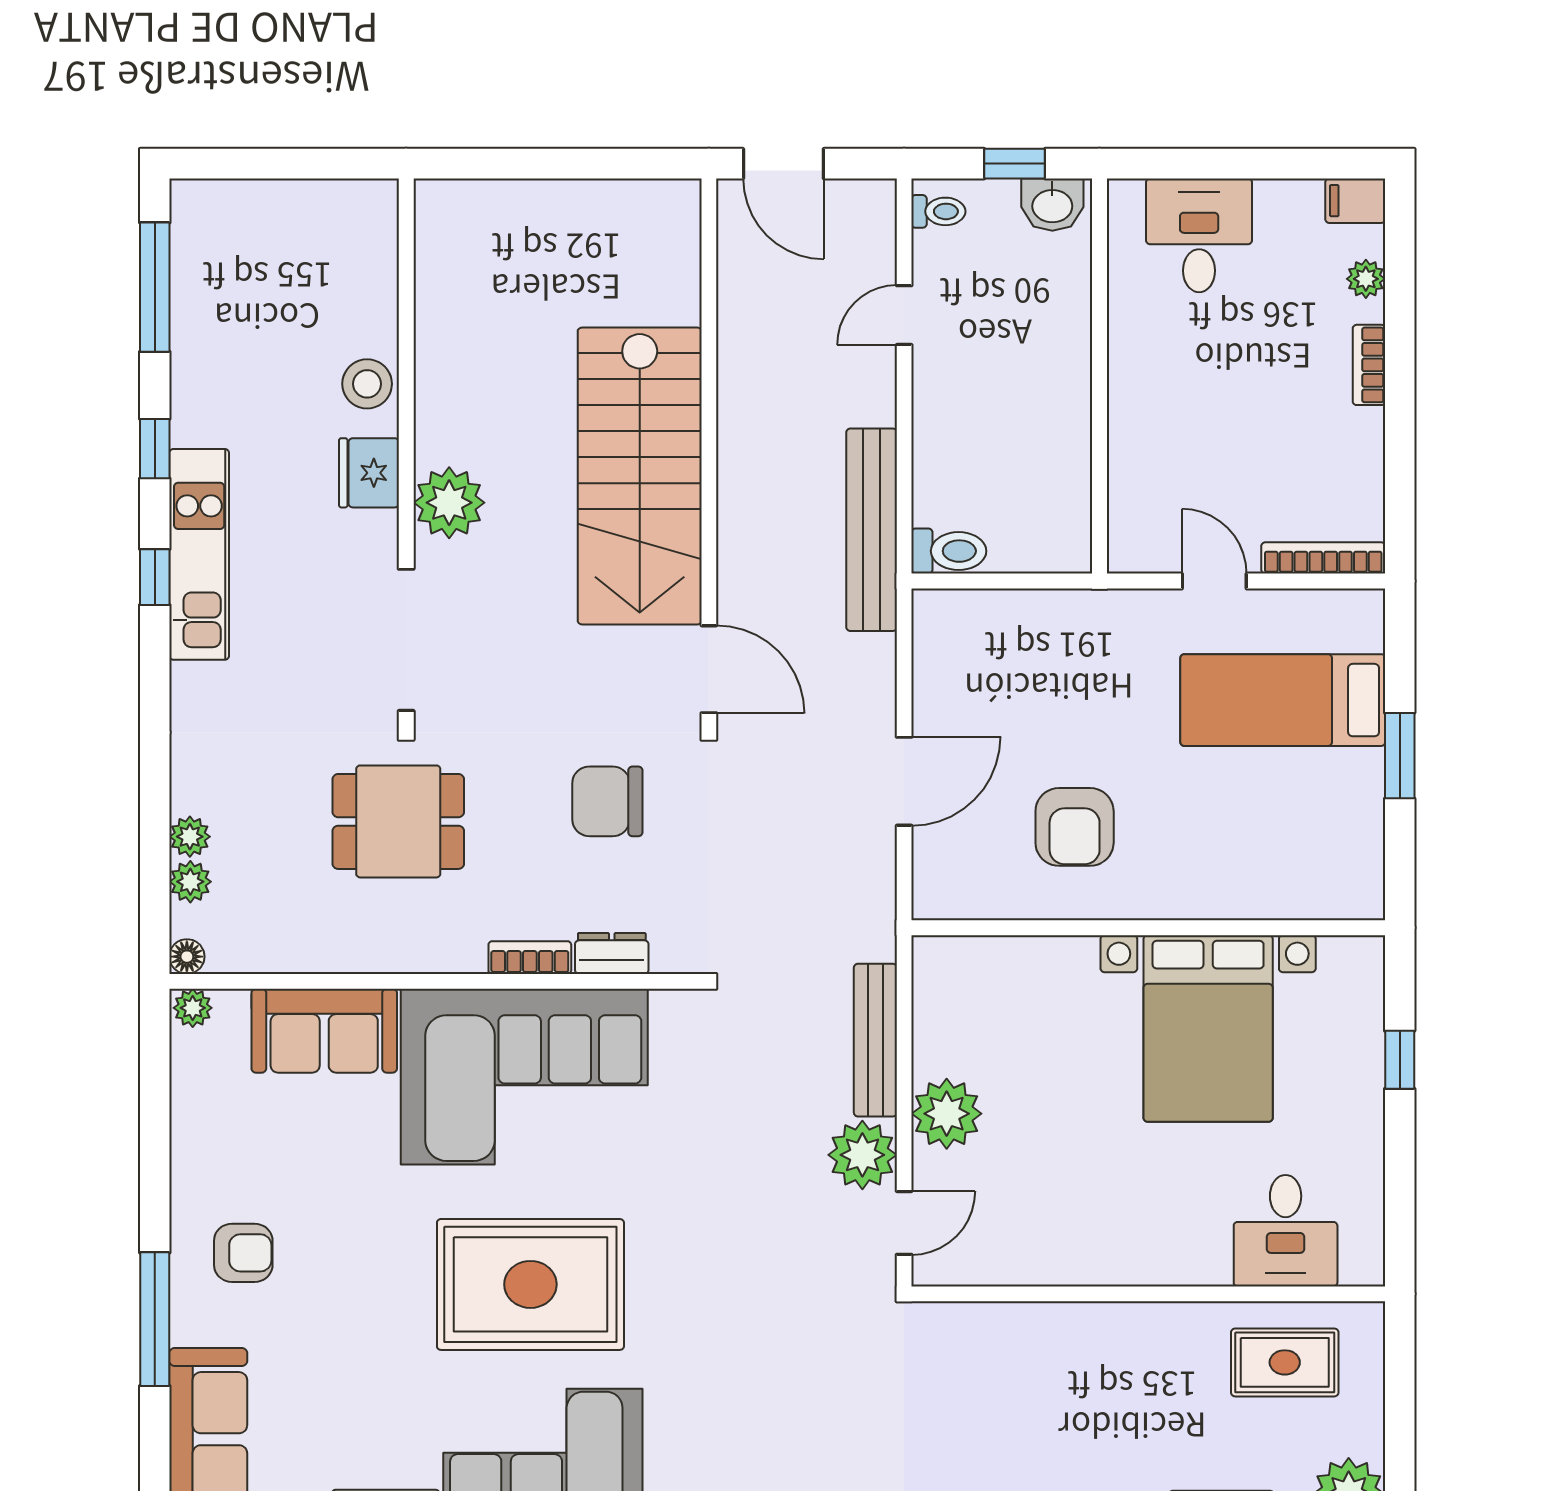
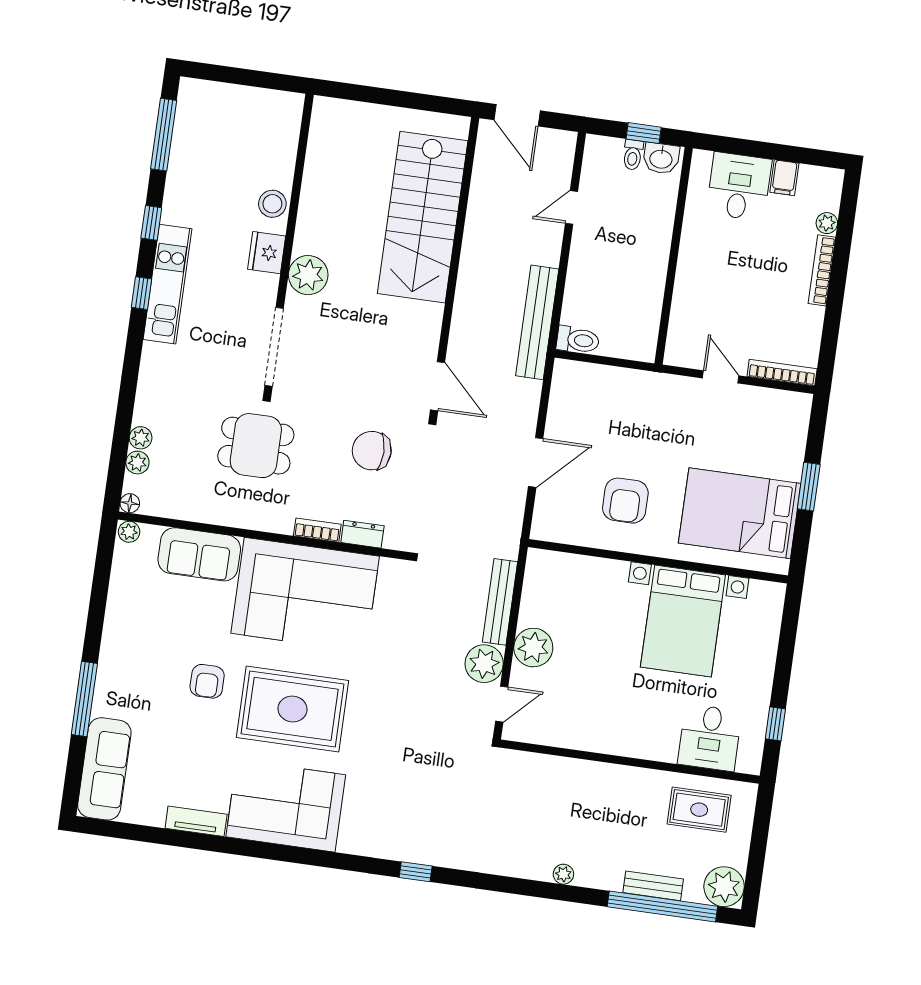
filing cabinet: (1355, 201) -> (784, 178), moved, turned -90
toilet: (938, 211) -> (633, 155), moved, turned 90
bookcase: (1369, 365) -> (822, 270), width x1.56
stairs: (640, 476) -> (423, 217), moved
bed: (1283, 700) -> (740, 513), moved, width x1.50
window: (1400, 1060) -> (775, 724), moved
armchair: (243, 1253) -> (207, 681), moved, turned 90

